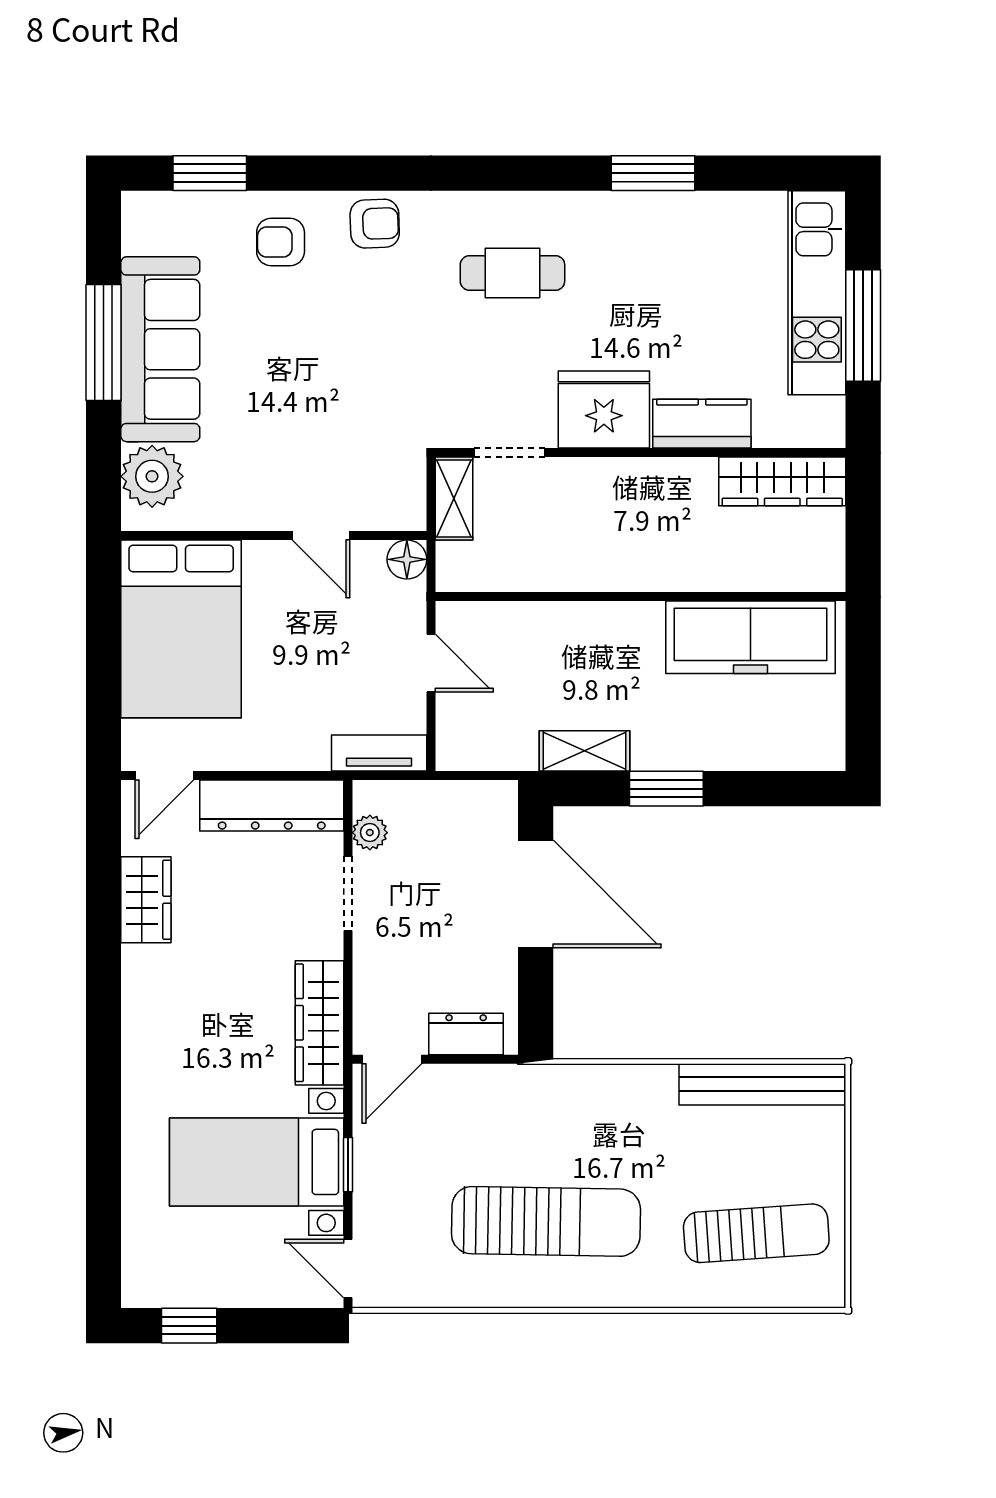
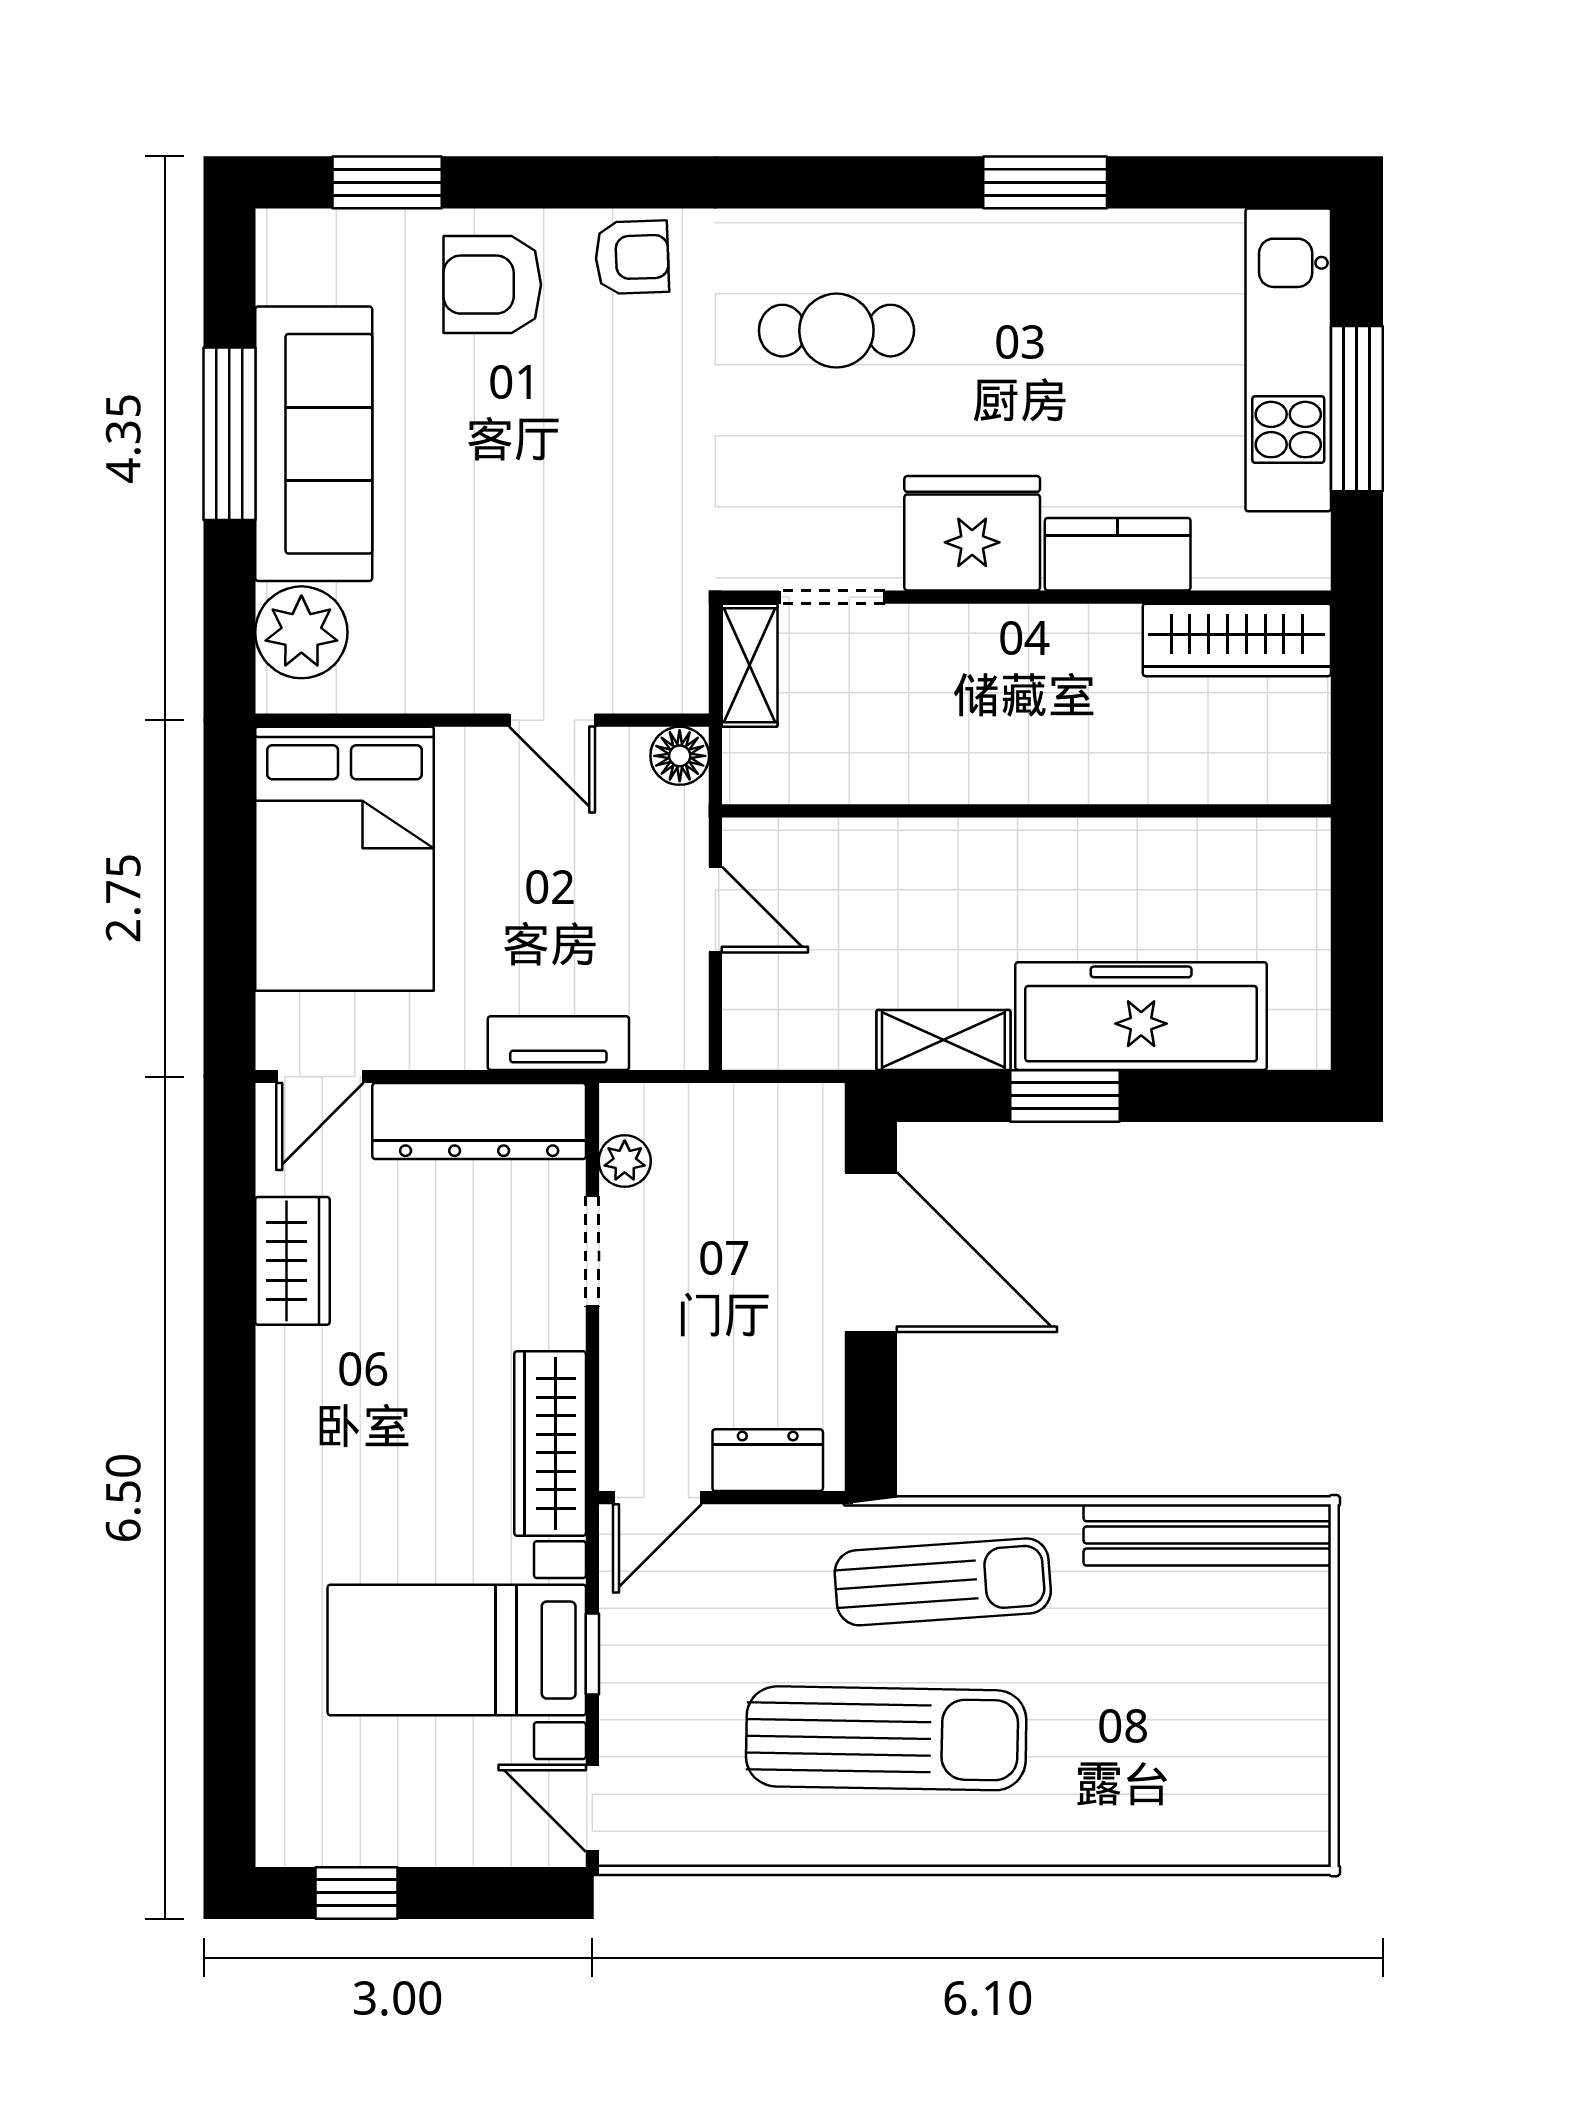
armchair: (281, 242) -> (492, 285), width x1.38, depth x1.38
freezer: (751, 637) -> (1141, 1016), moved, turned 180
tv unit: (379, 753) -> (558, 1043), moved
sun lounger: (756, 1233) -> (943, 1582), moved

